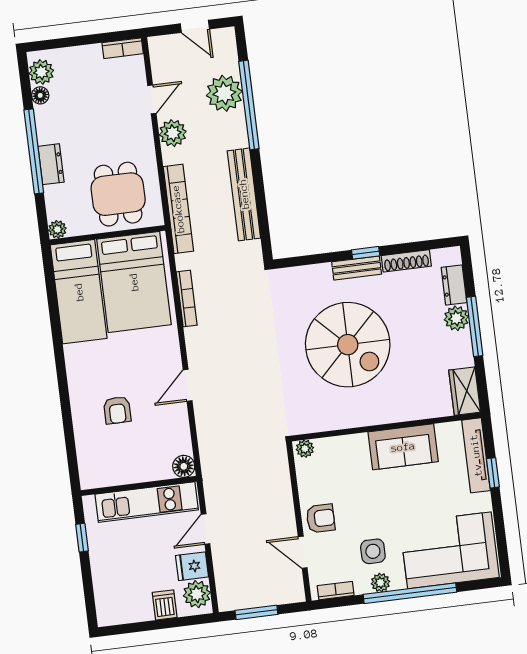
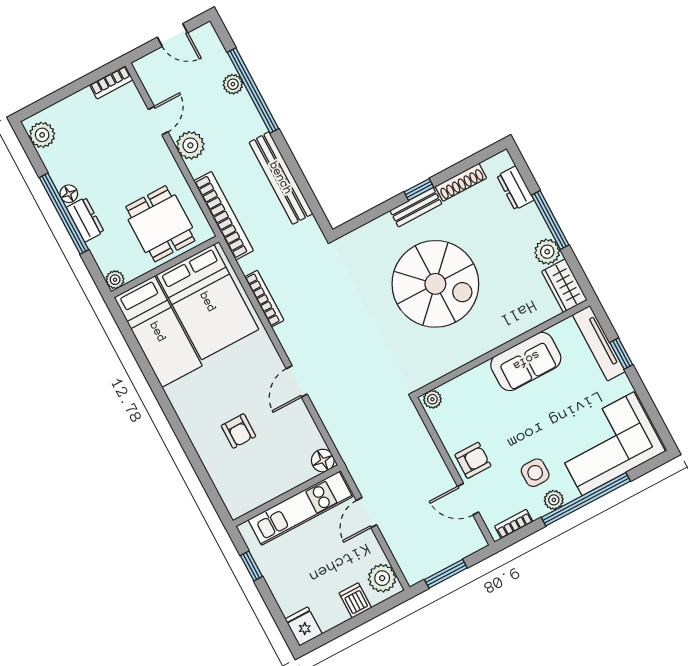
plant: (224, 93) -> (233, 84), width x0.53, depth x0.53
floor lamp: (40, 95) -> (69, 194), moved
plant: (456, 318) -> (547, 252), moved
fridge: (192, 566) -> (304, 626), moved, turned 90

